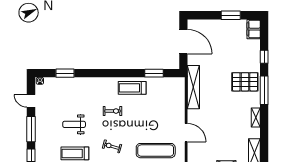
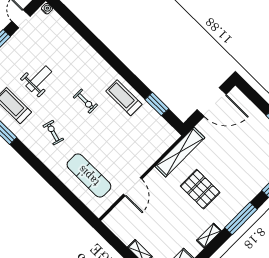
door: (183, 42) -> (212, 102), hinge flipped
window: (65, 73) -> (76, 24), removed
pallet: (245, 82) -> (200, 189), moved
weight bench: (74, 124) -> (39, 79), turned 90

